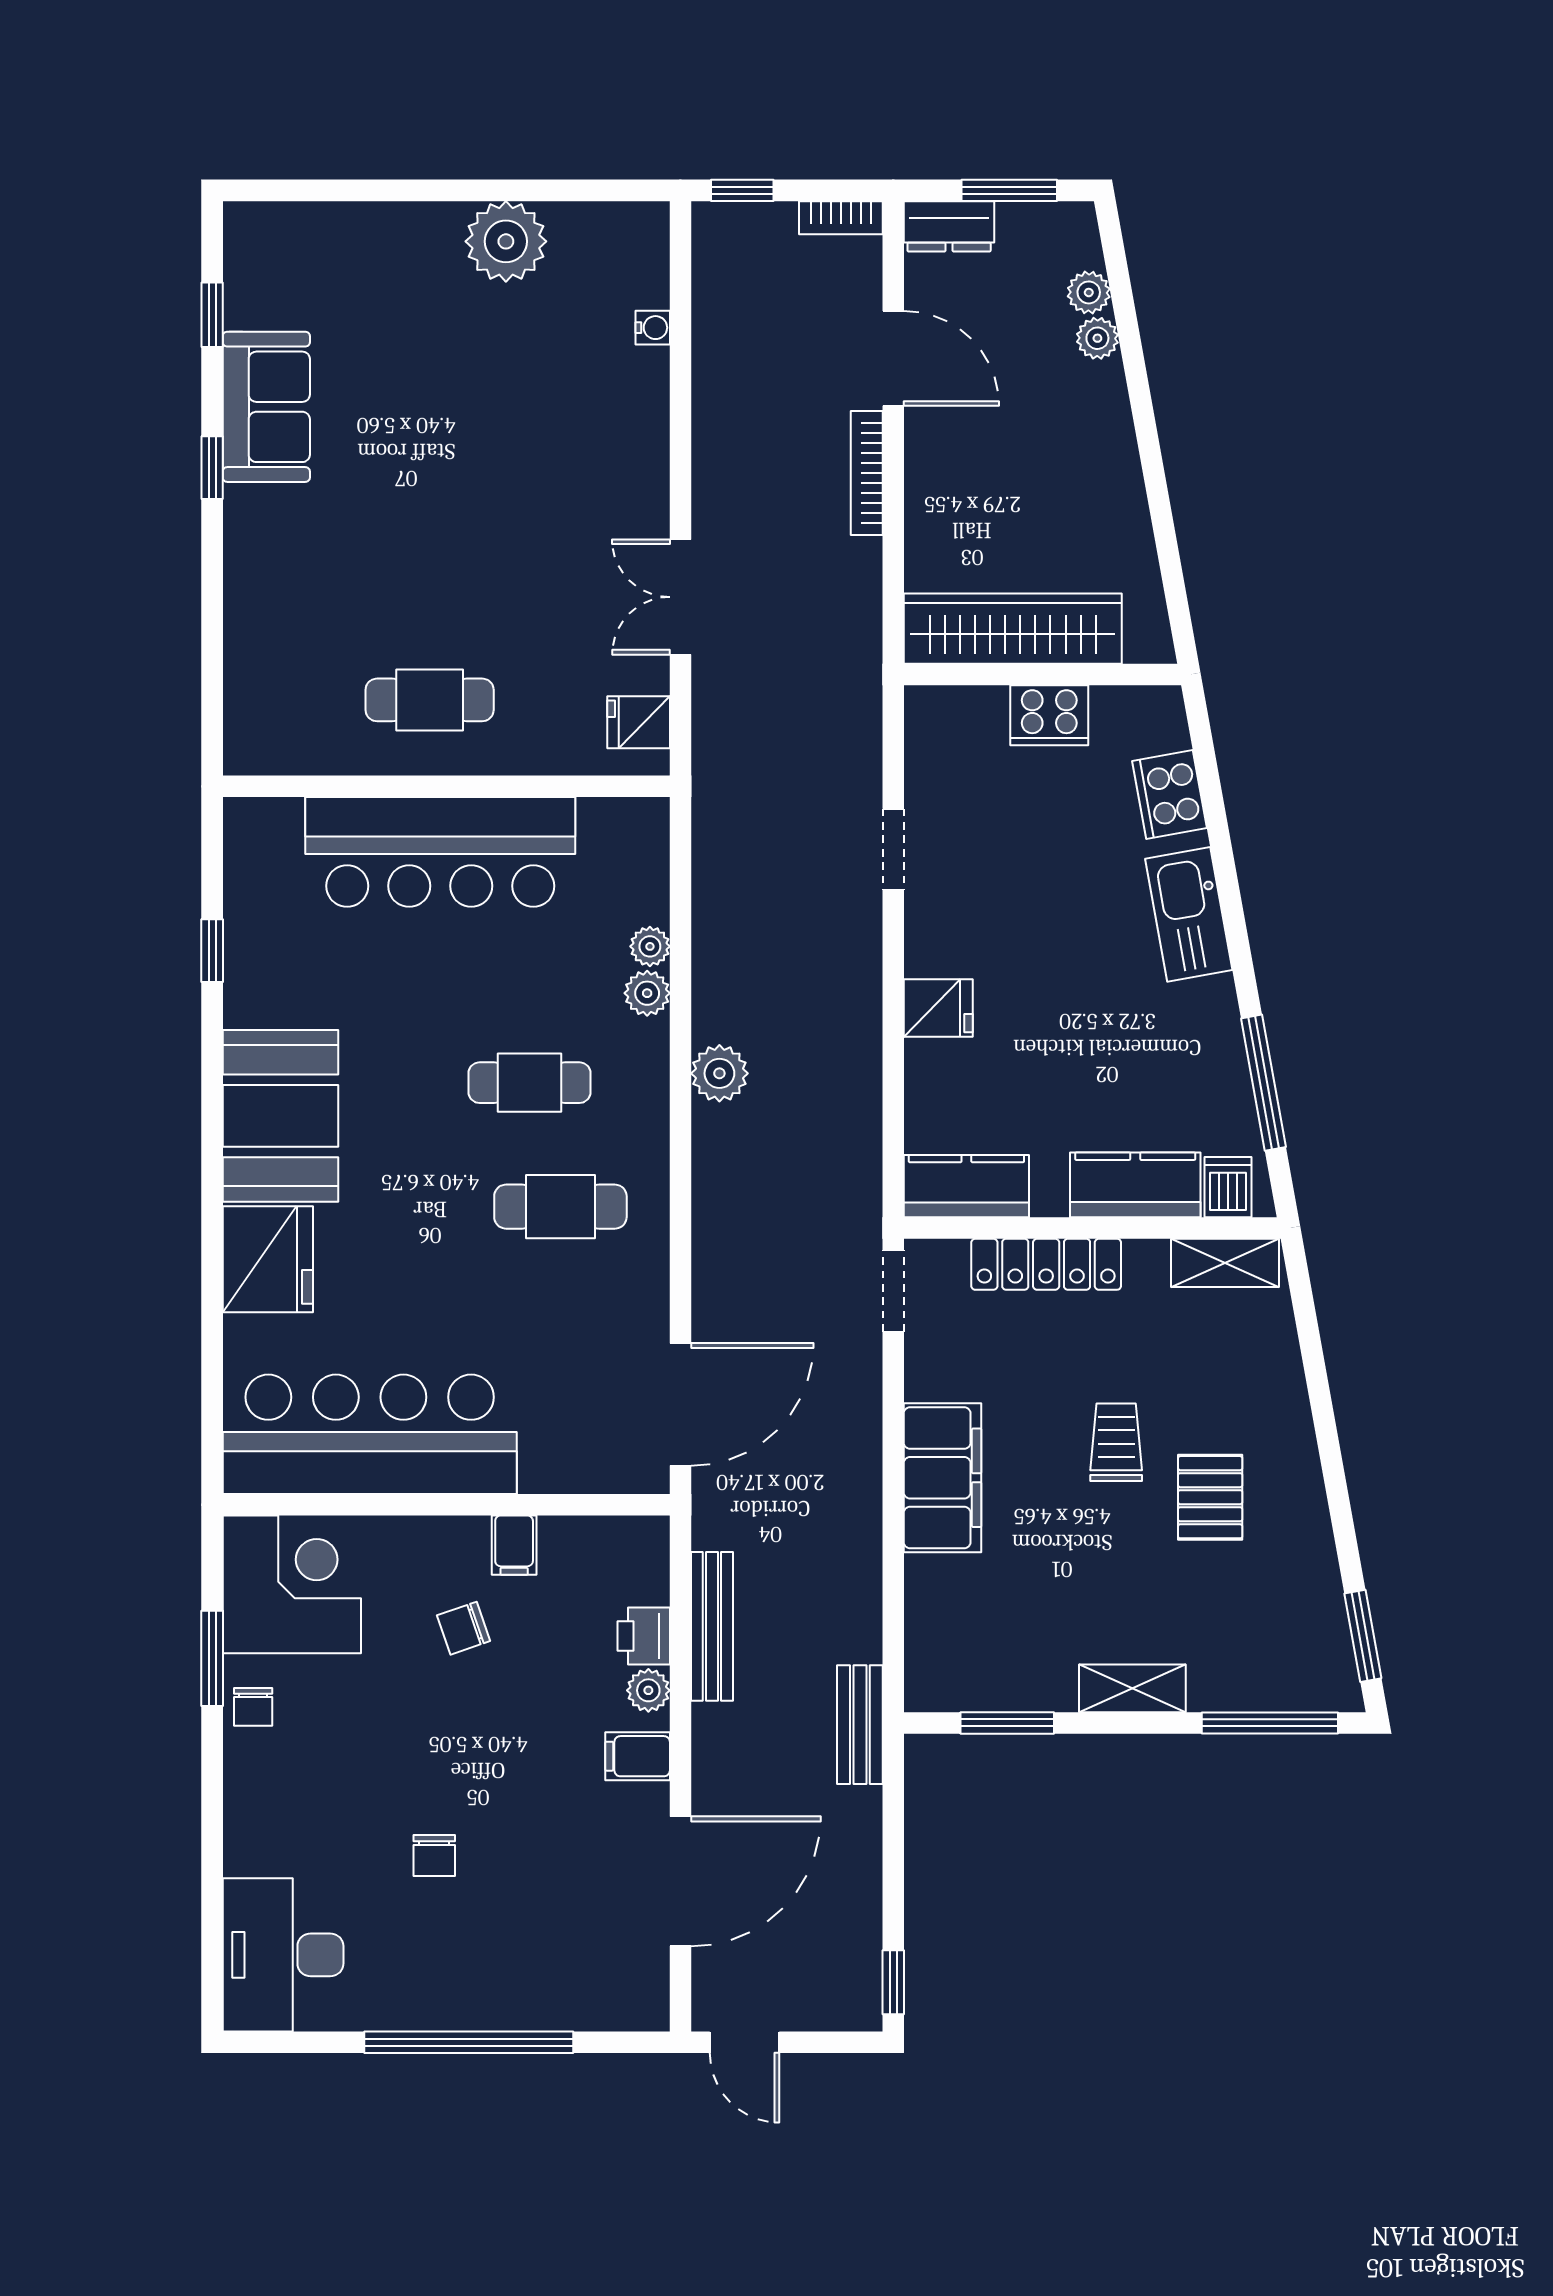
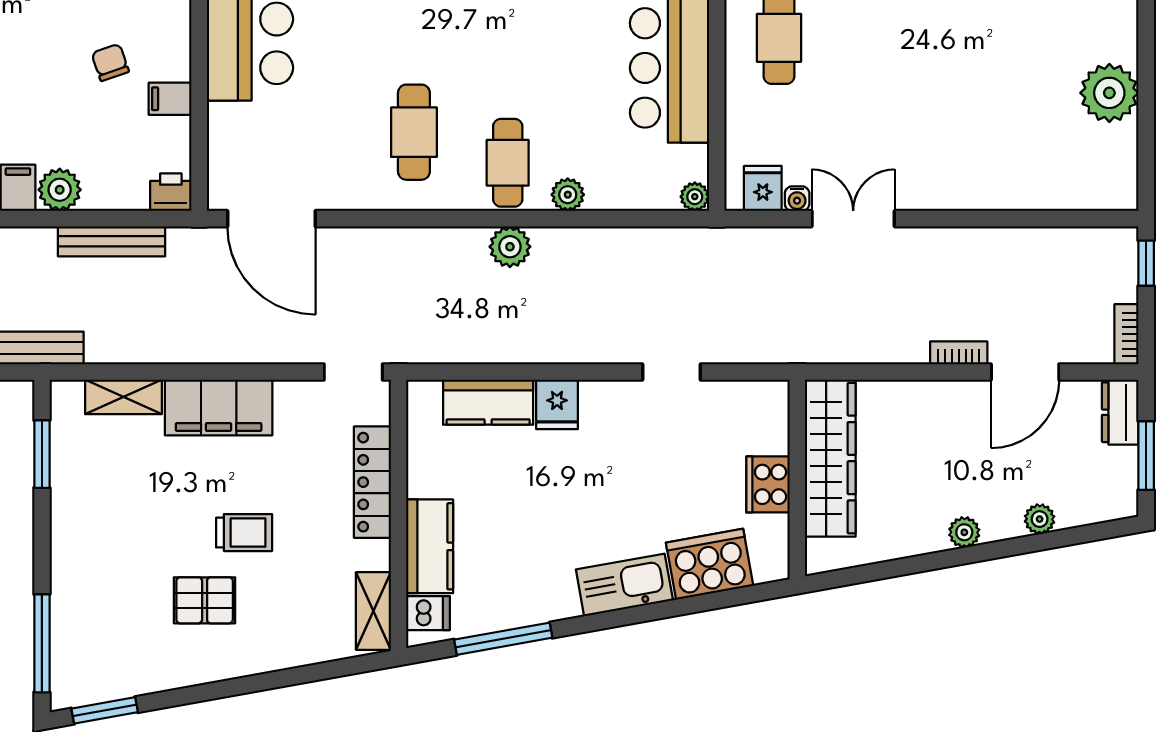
plant: (1089, 292) -> (964, 532), moved
water cooler: (653, 328) -> (797, 199), moved
bookcase: (867, 473) -> (959, 353), width x0.64
cooker: (1170, 795) -> (710, 564), width x1.37, depth x1.31
plant: (650, 946) -> (695, 197), moved
cafe table: (530, 1083) -> (508, 163), moved
kitchen counter: (966, 1186) -> (488, 402), moved, turned 90
printer: (644, 1636) -> (171, 192), moved
shelving: (1132, 1688) -> (123, 397), moved, turned 90
plant: (648, 1690) -> (60, 190), width x1.38, depth x1.38

